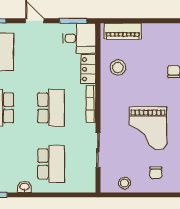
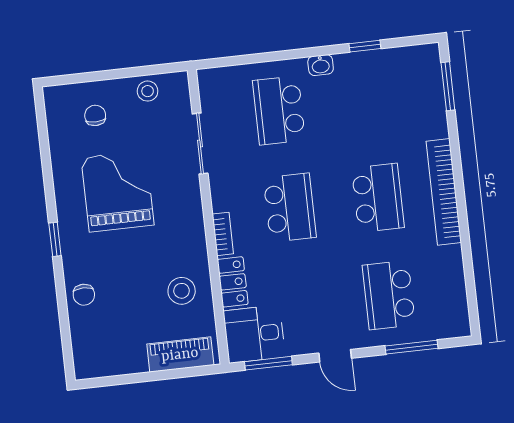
bookcase: (91, 104) -> (223, 234), width x0.64
school desk: (51, 108) -> (290, 208), turned 180

